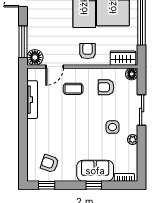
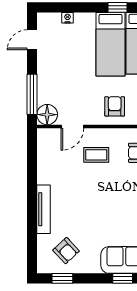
tv unit: (32, 100) -> (44, 209), moved
armchair: (50, 163) -> (66, 251), turned -152

